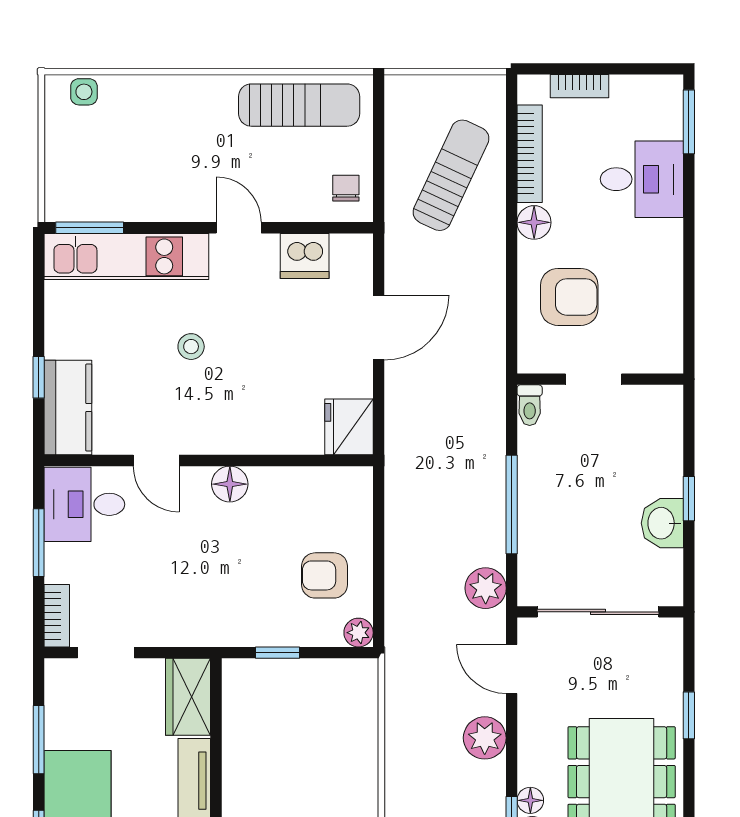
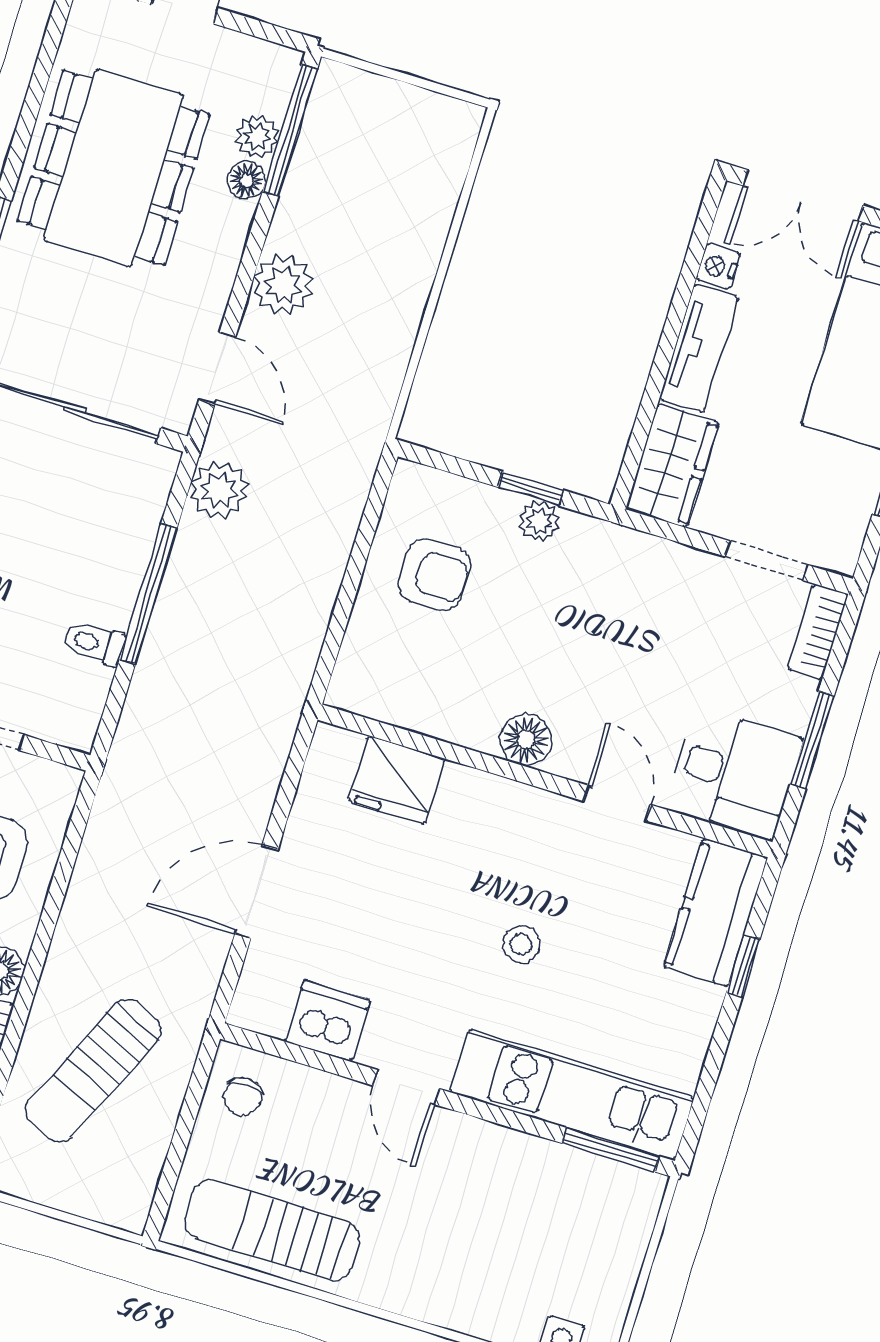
toilet: (530, 405) -> (94, 643), moved, turned -90
fridge: (349, 427) -> (397, 780), moved, turned 90
plant: (359, 633) -> (539, 521), moved

